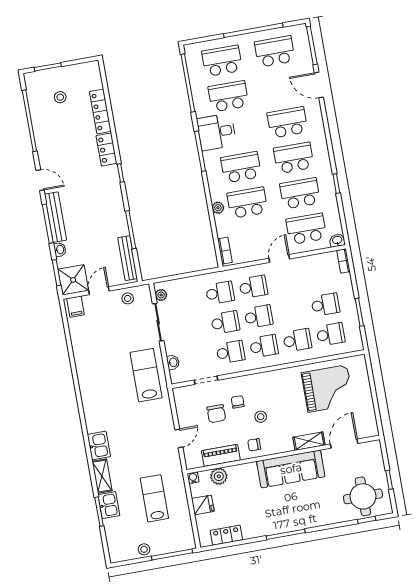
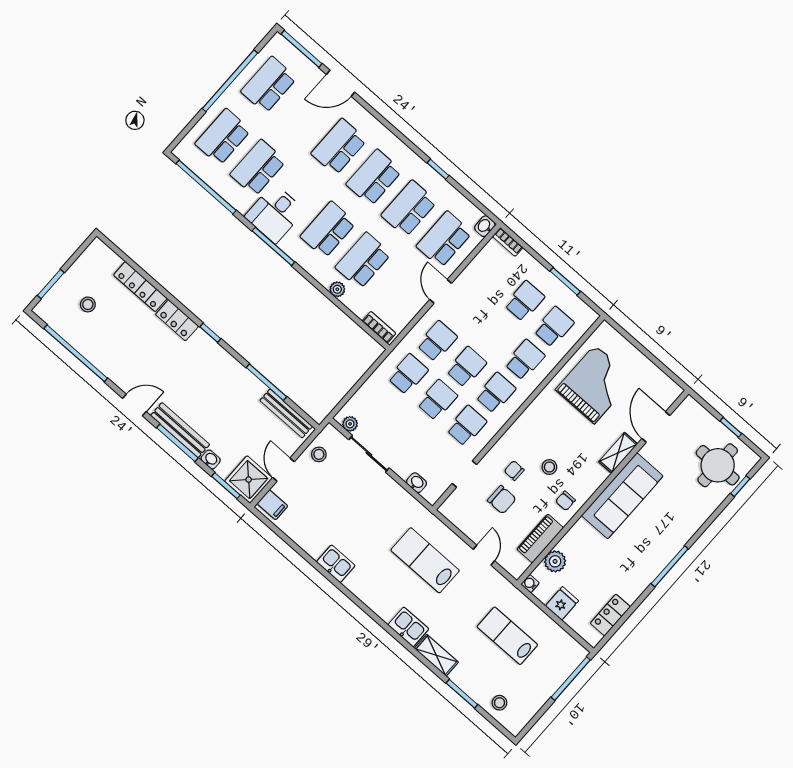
lab bench: (146, 375) -> (425, 560), moved
kitchen sink: (109, 505) -> (336, 564), moved
stool: (144, 549) -> (499, 703), moved

